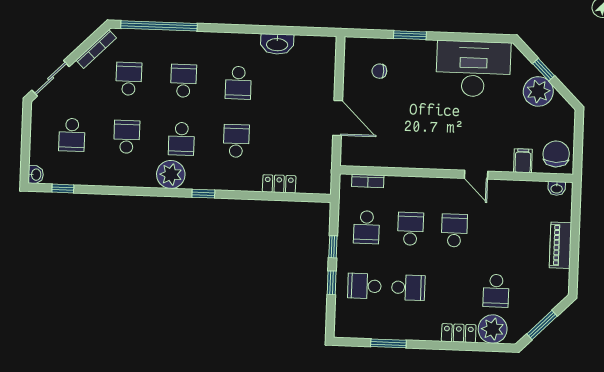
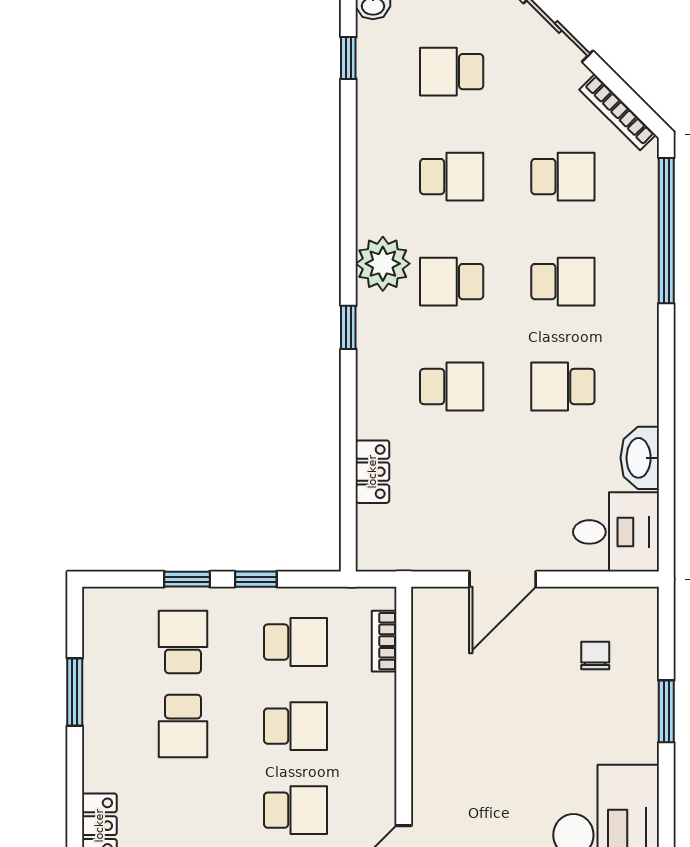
desk: (315, 58) -> (616, 532), added
school desk: (367, 227) -> (296, 642), turned 180

